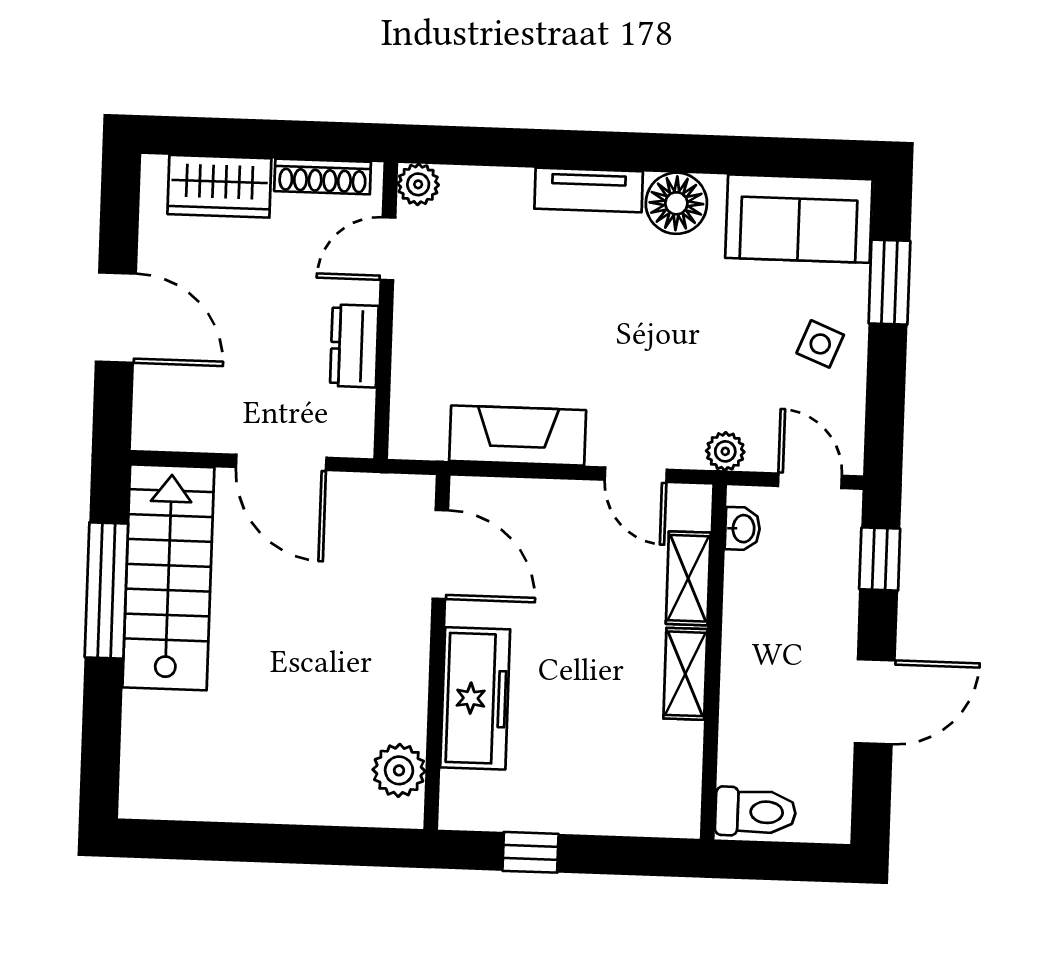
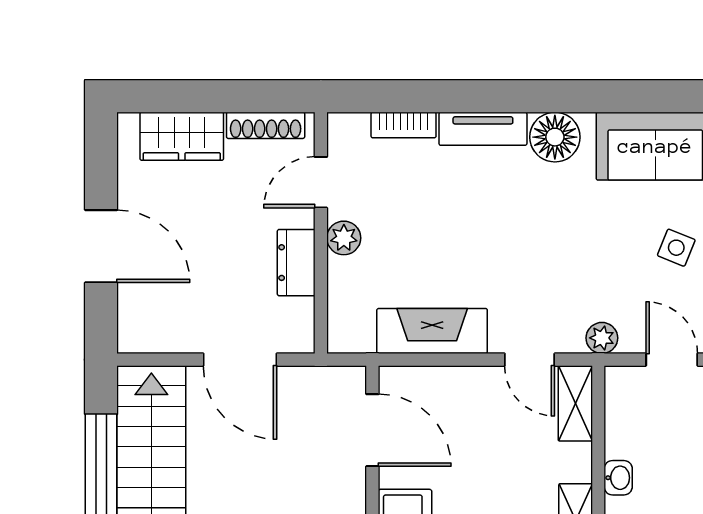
bookcase: (492, 182) -> (404, 125), added
plant: (418, 184) -> (344, 238), moved
washbasin: (743, 529) -> (618, 478), moved
shelving: (688, 578) -> (575, 403), moved

